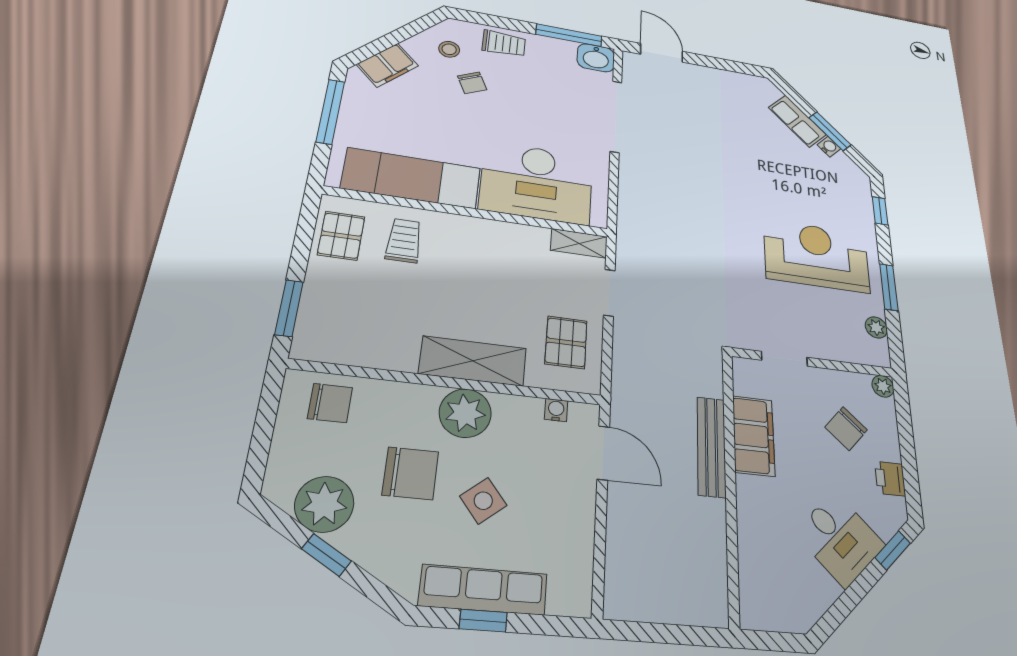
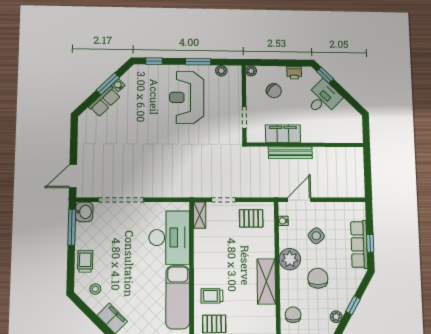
chair: (472, 83) -> (115, 275), removed
shelving: (473, 361) -> (266, 281), moved
side table: (483, 501) -> (316, 236), moved
plant: (324, 504) -> (336, 317), width x0.53, depth x0.53

